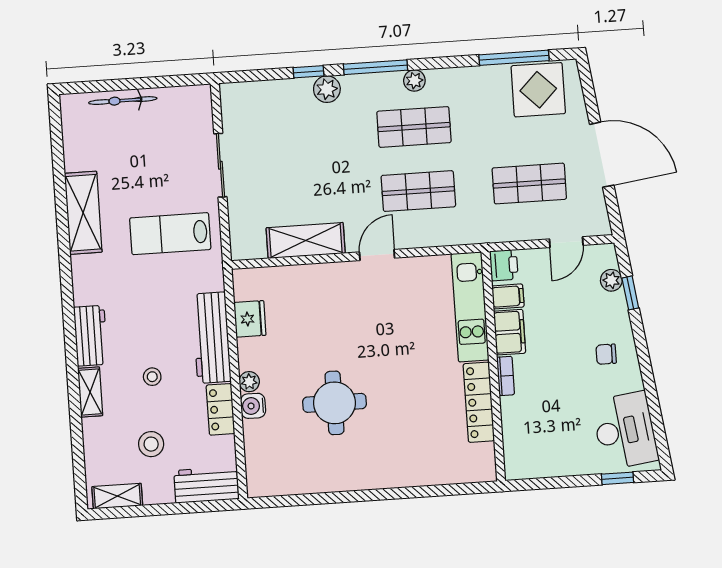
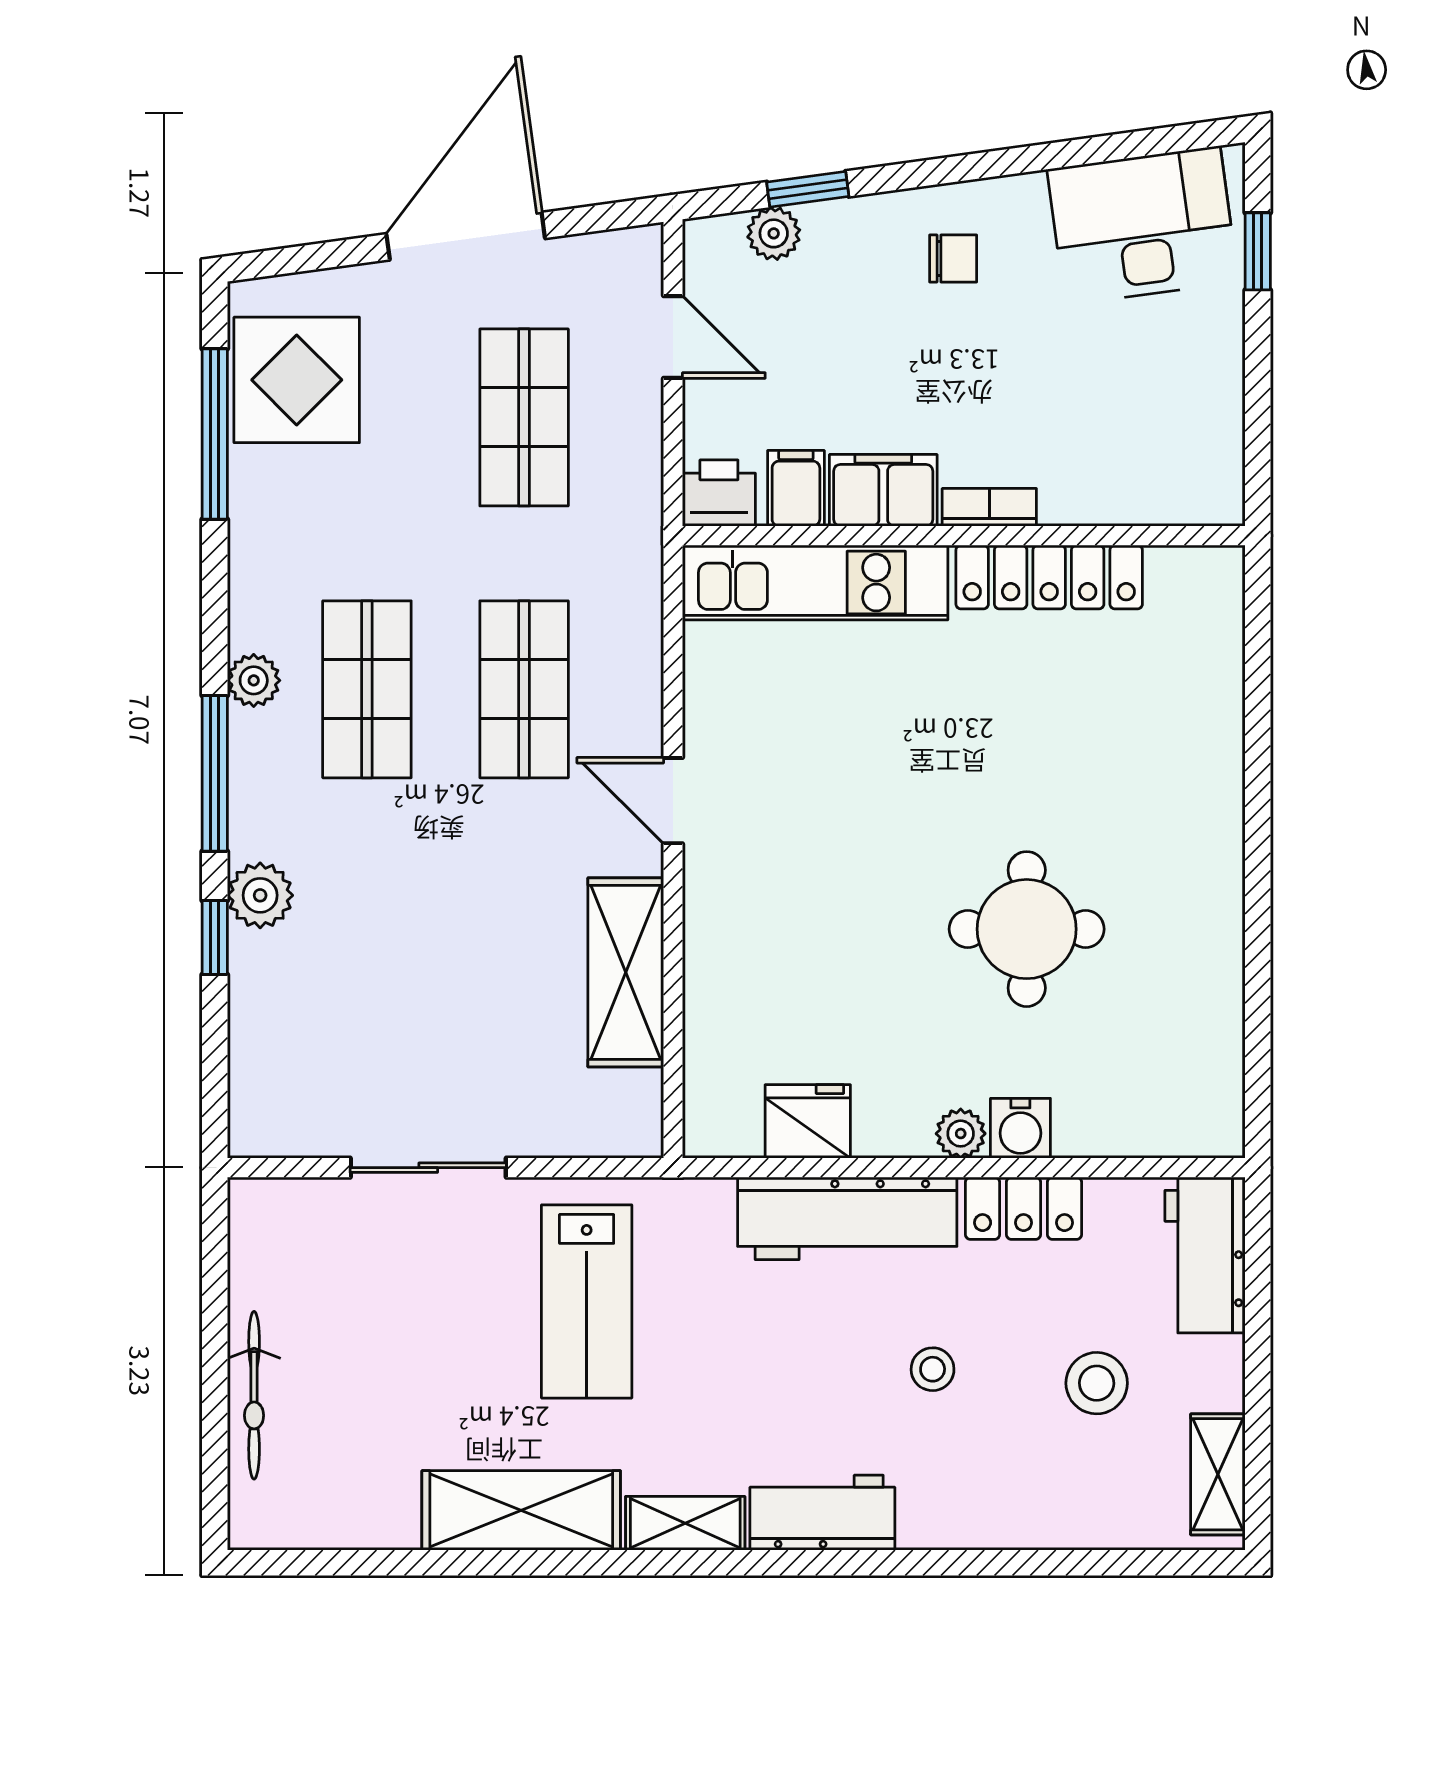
chair: (606, 354) -> (953, 258), turned -90
shelving: (90, 392) -> (685, 1523), moved

